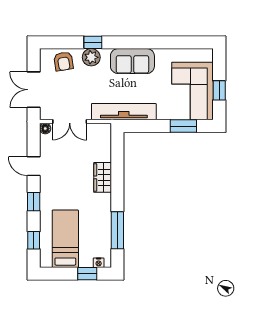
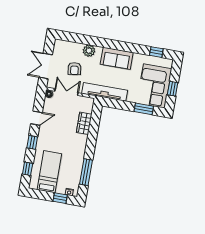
window: (93, 42) -> (156, 52), moved
armchair: (63, 61) -> (74, 69), moved
double door: (70, 121) -> (66, 92), swing flipped
door: (34, 166) -> (36, 118), swing flipped
wardrobe: (103, 177) -> (84, 123), moved

